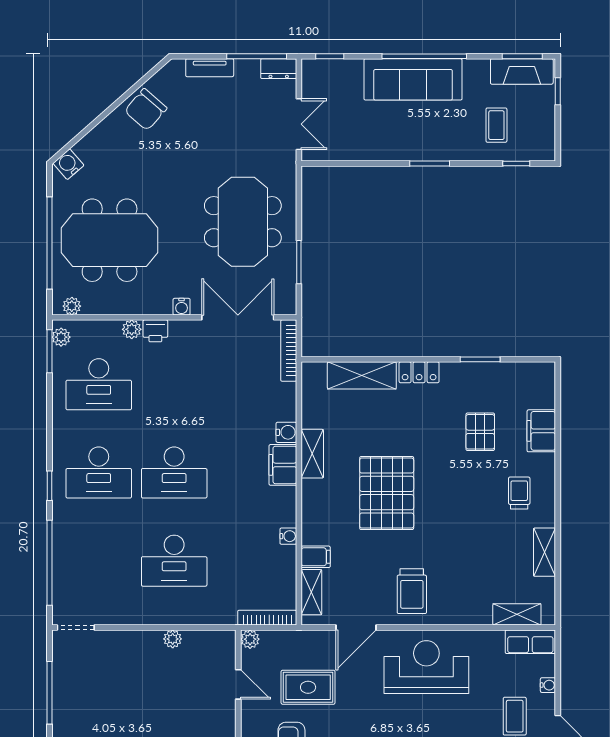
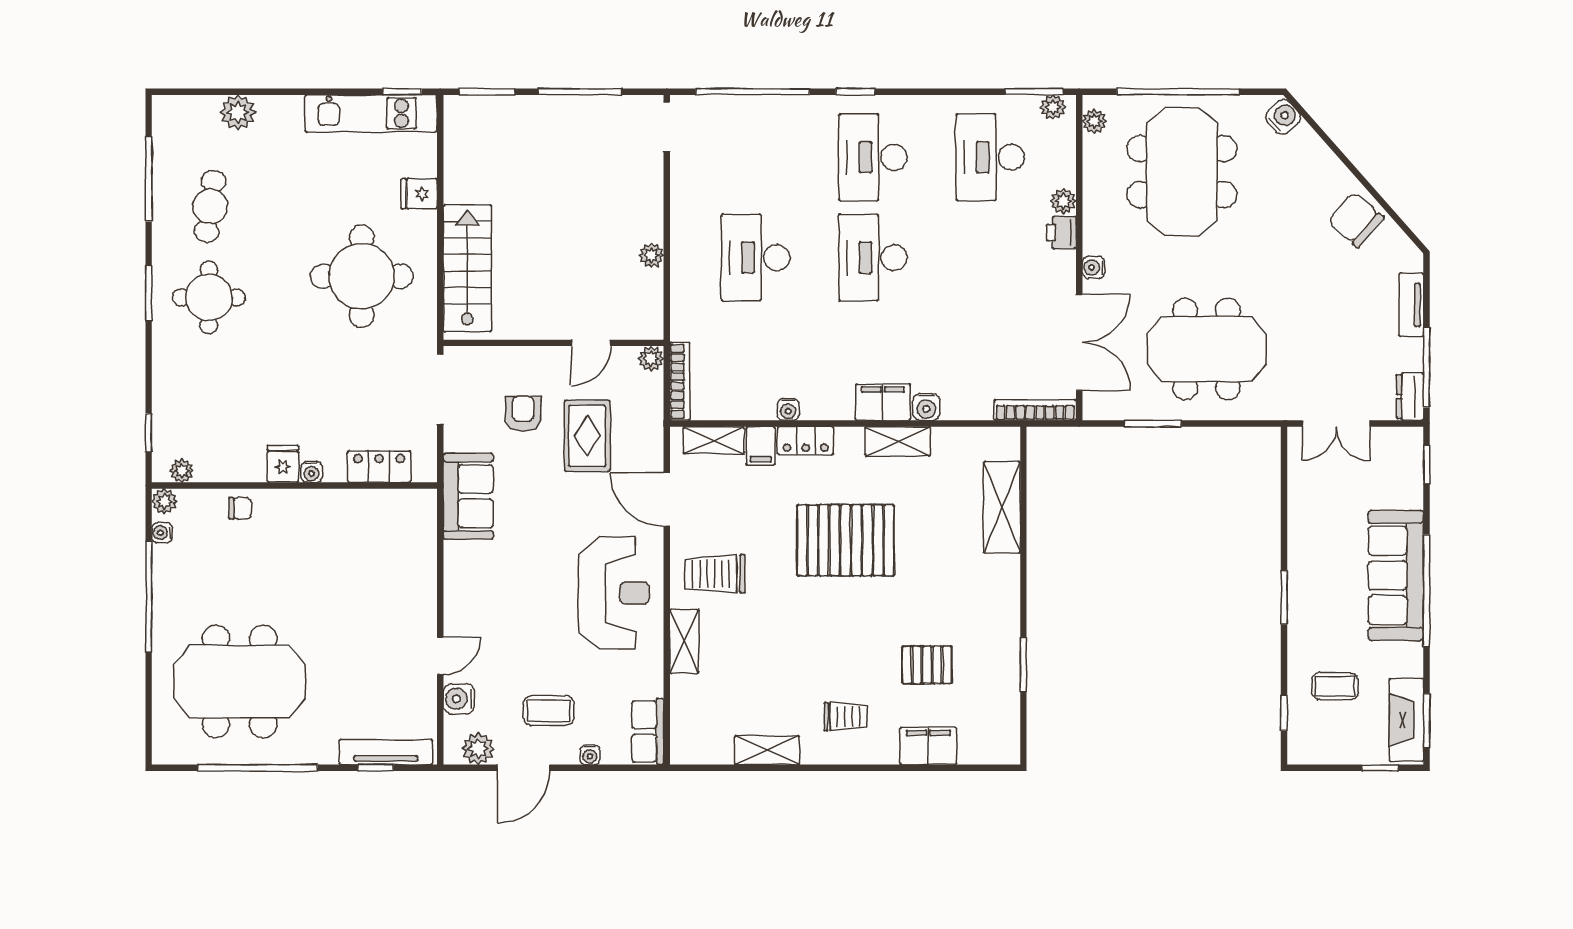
locker: (419, 372) -> (806, 441), moved, turned -90
shelving: (517, 614) -> (684, 641), moved

